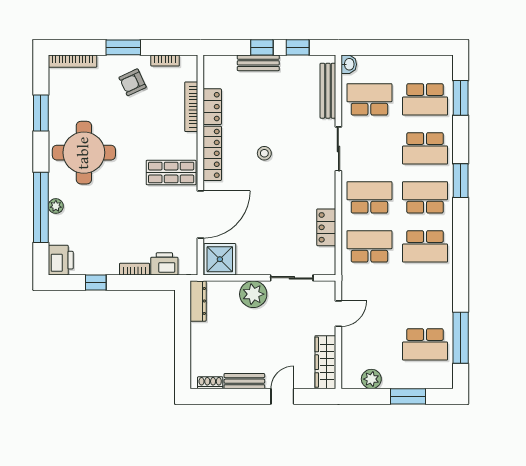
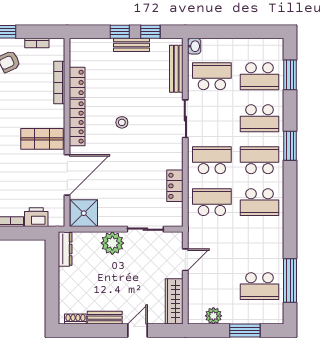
bench: (258, 63) -> (132, 45), moved

